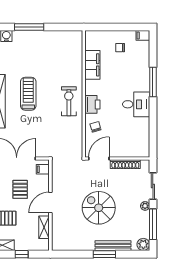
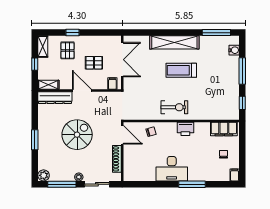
window: (64, 27) -> (242, 103), added
filing cabinet: (92, 65) -> (224, 129), moved
treadmill: (28, 94) -> (181, 70), turned 180
printer: (92, 104) -> (185, 129), moved
desk: (136, 104) -> (172, 169), width x1.37
shelving: (44, 227) -> (48, 85), moved
dresser: (58, 232) -> (55, 98), added
bench: (113, 246) -> (43, 148), removed

